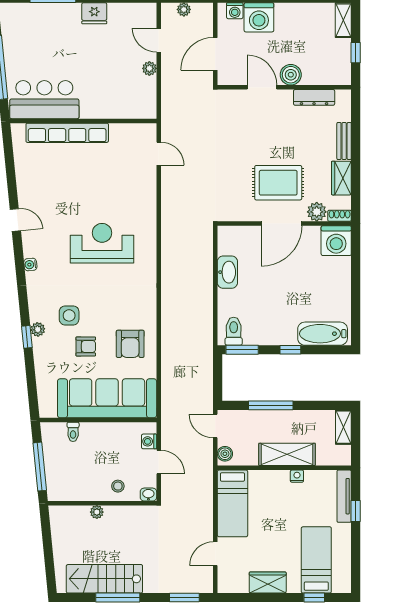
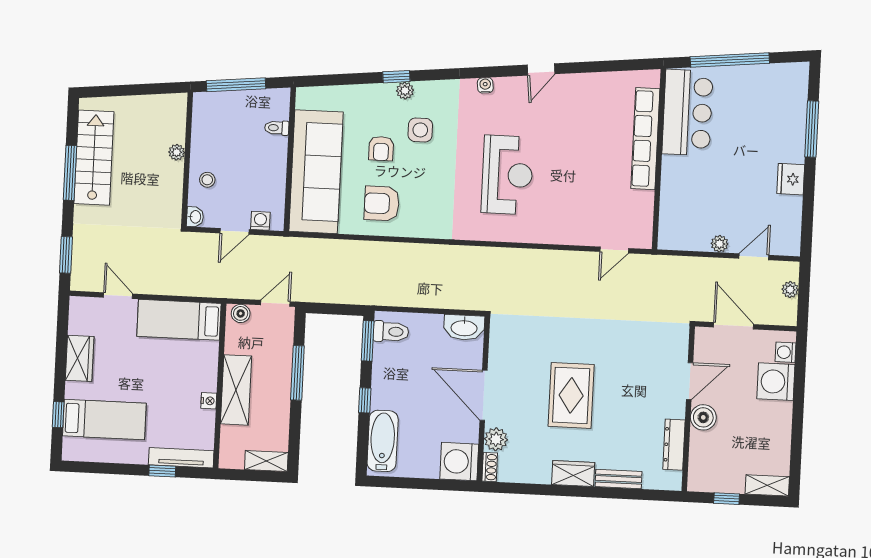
plant: (317, 212) -> (496, 439), moved
shoe rack: (340, 216) -> (490, 467), moved
door: (281, 224) -> (484, 395), moved
wall: (284, 224) -> (483, 399), moved
washing machine: (336, 241) -> (459, 462), moved

